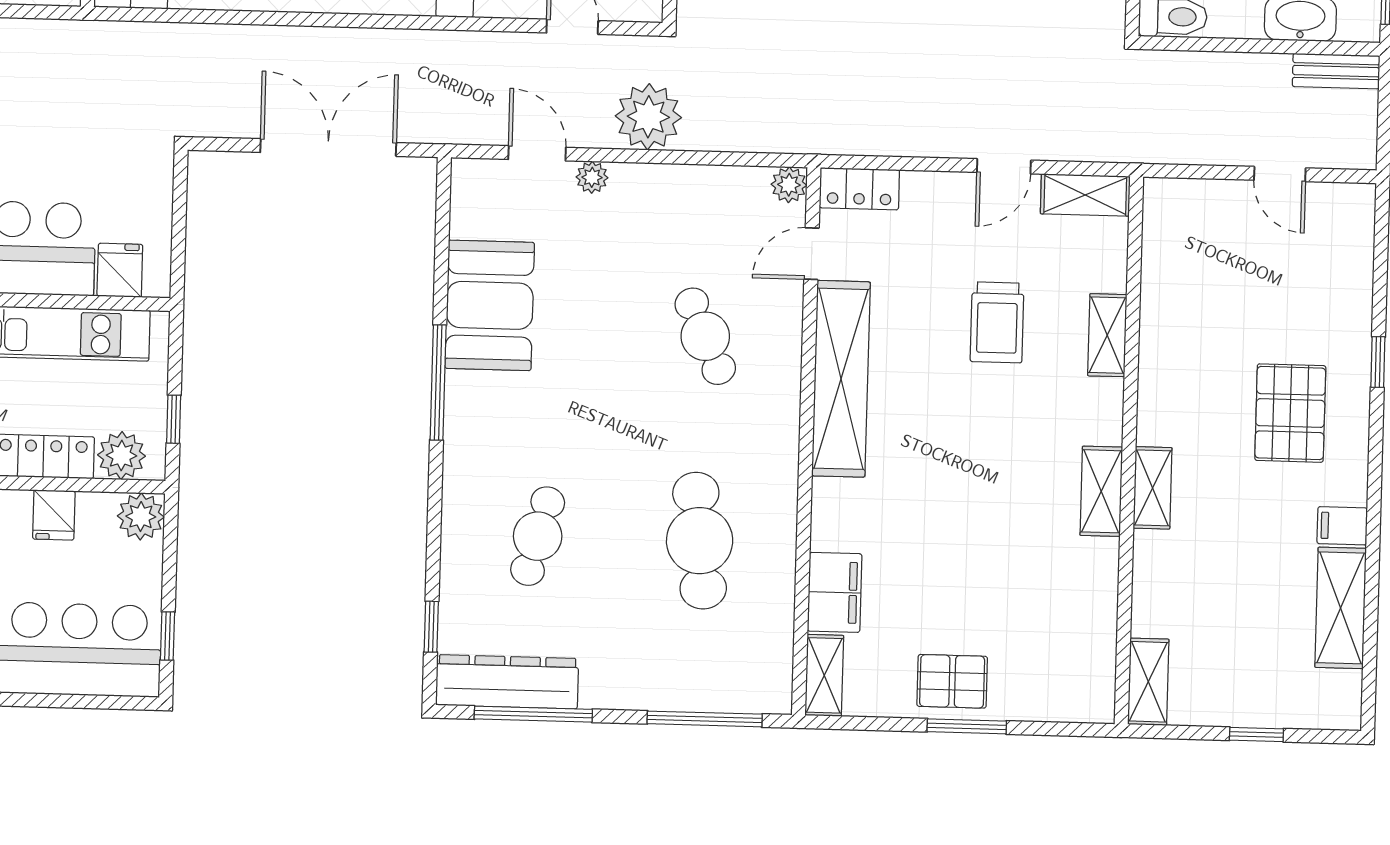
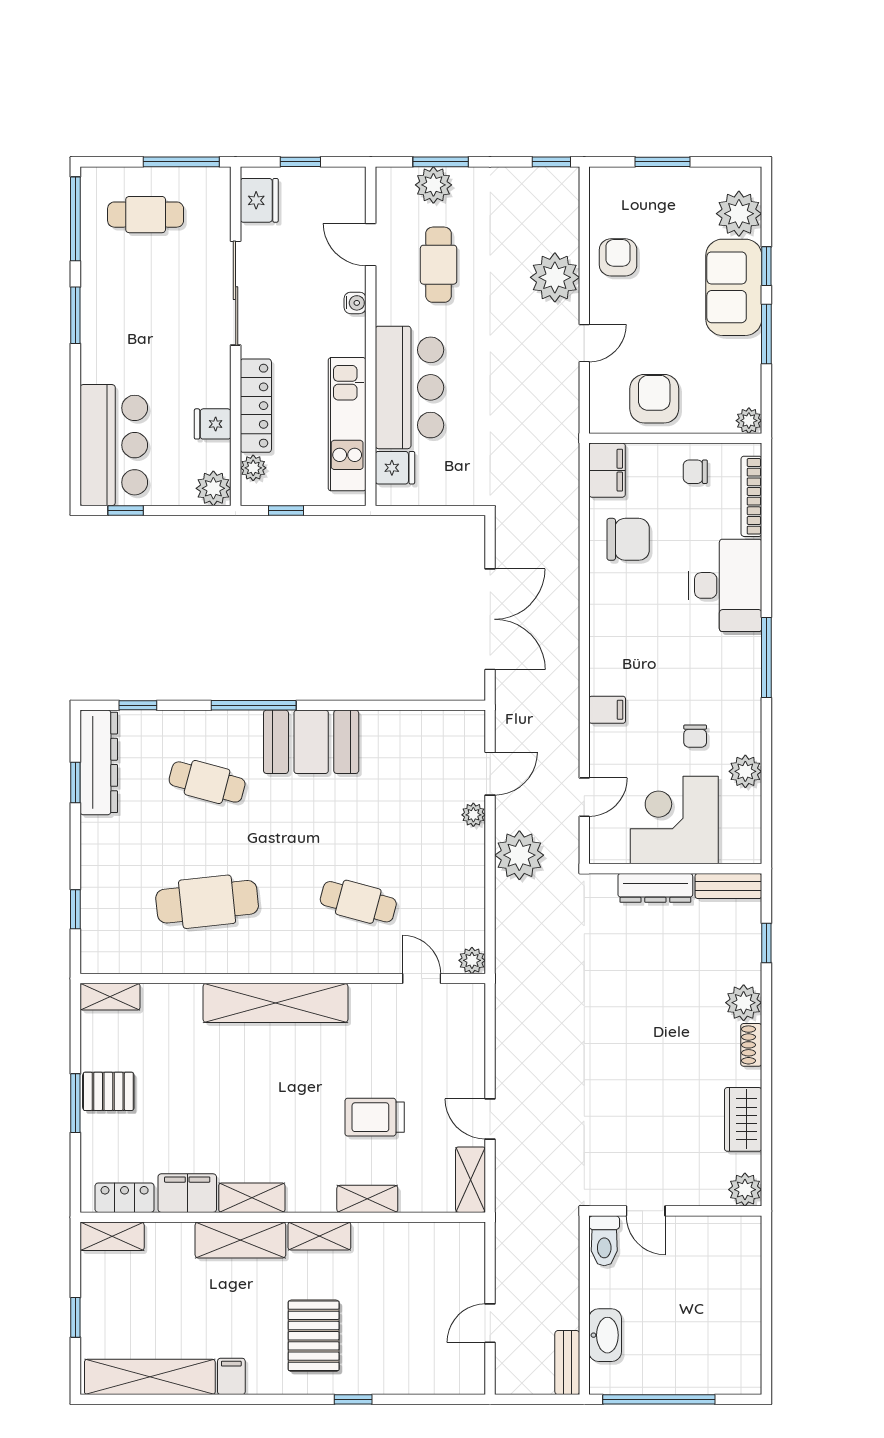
locker: (859, 189) -> (125, 1198), moved, turned 90
booth: (490, 305) -> (311, 742), moved
cafe table: (705, 336) -> (358, 902), turned 39
shelving: (841, 379) -> (275, 1003), moved
window: (438, 382) -> (254, 705), moved
shelving: (1156, 401) -> (319, 1236), added
pallet: (1290, 413) -> (314, 1336), turned 90
plant: (122, 455) -> (253, 468), width x0.73, depth x0.73
shelving: (1153, 488) -> (240, 1240), width x1.50, depth x1.33
filing cabinet: (835, 592) -> (187, 1193), moved, turned 180
shelving: (1341, 608) -> (150, 1377), width x1.47
pallet: (952, 681) -> (108, 1091), turned 90
window: (533, 714) -> (75, 782), width x0.46
window: (705, 719) -> (75, 909), width x0.46

